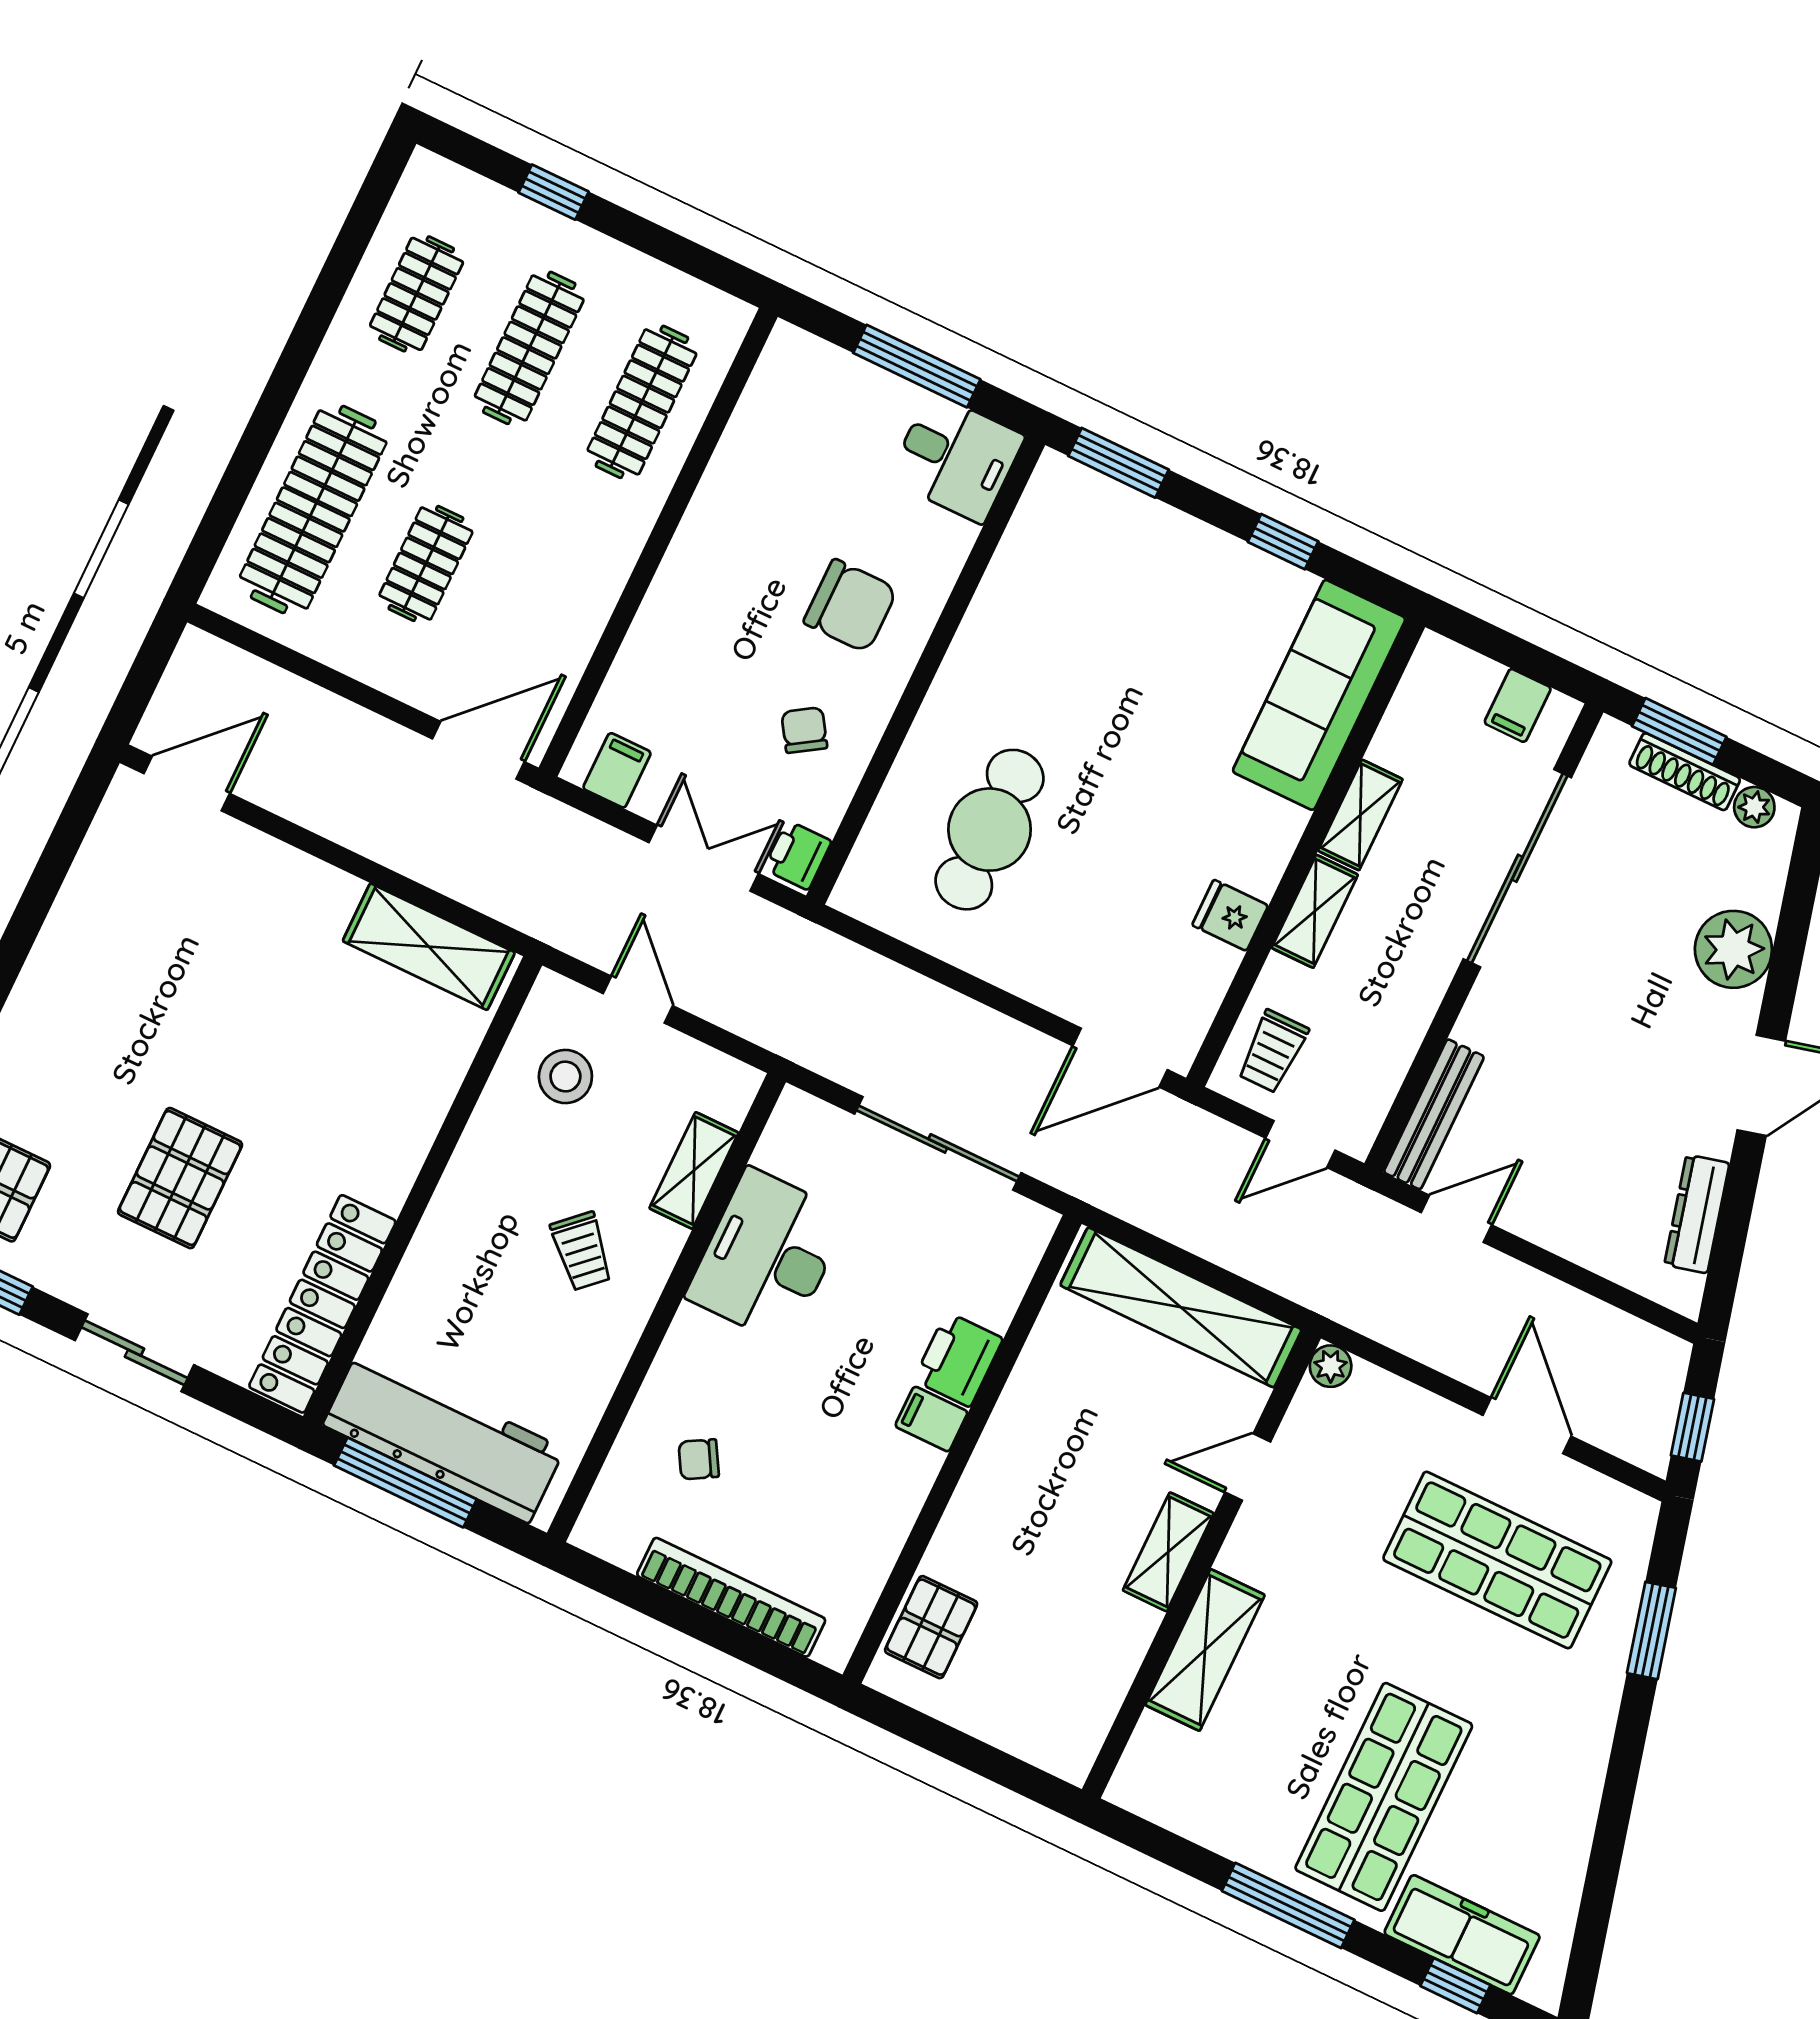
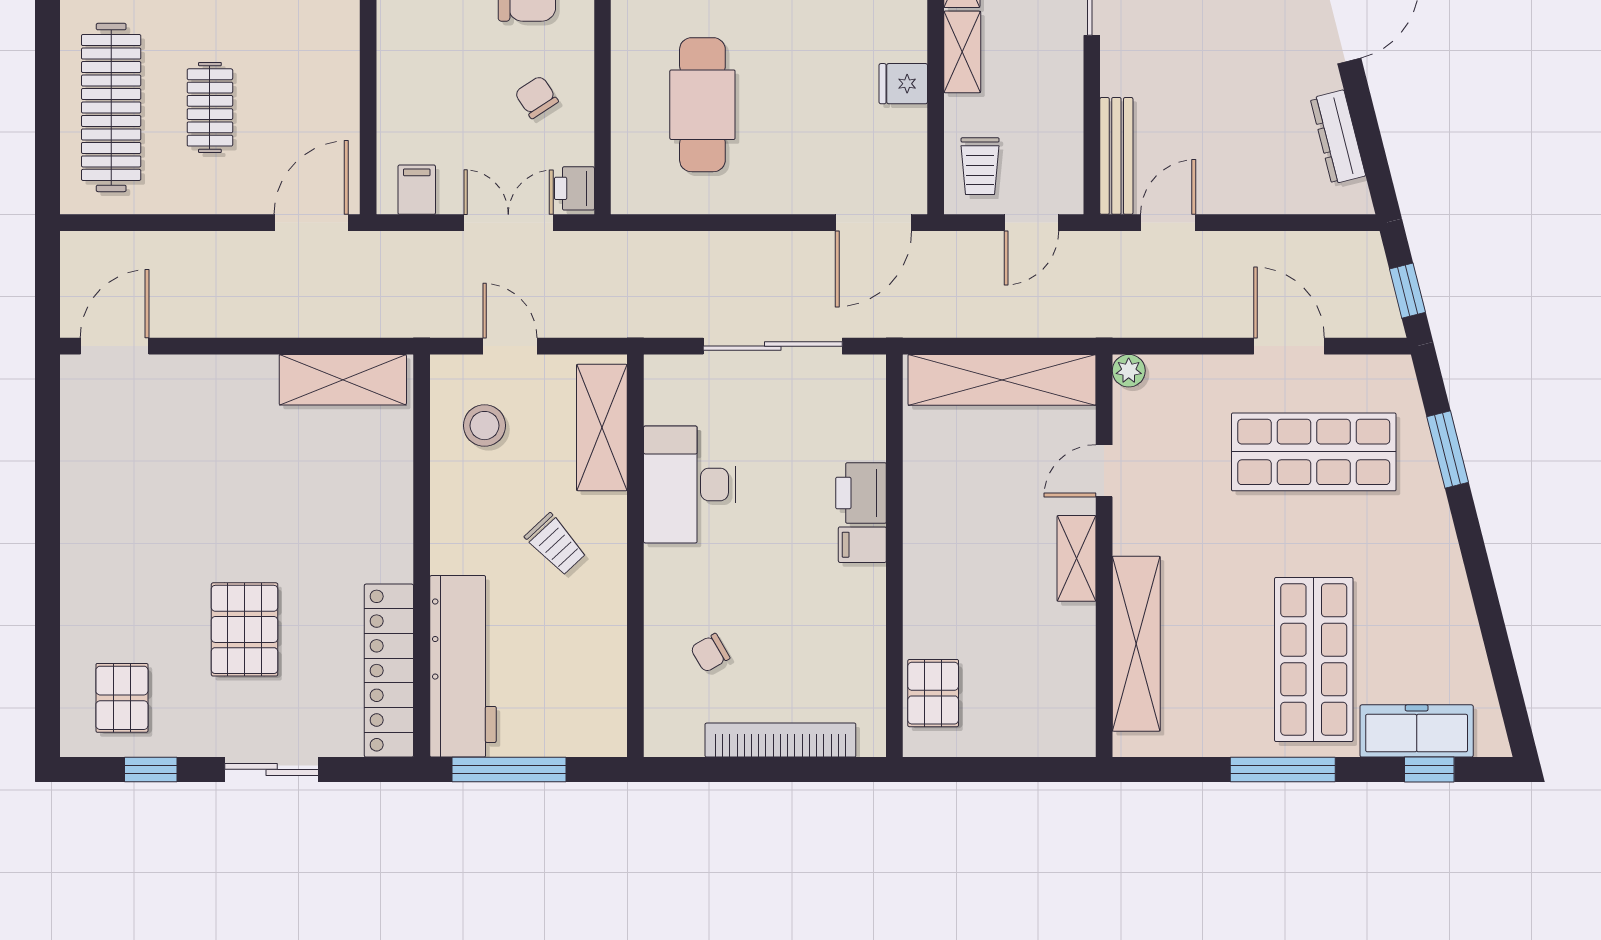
shelving: (694, 1170) -> (602, 428), width x1.50, depth x1.33
workbench: (444, 1437) -> (463, 666), moved, turned 90
shelving: (1205, 1650) -> (1136, 644), width x1.47

